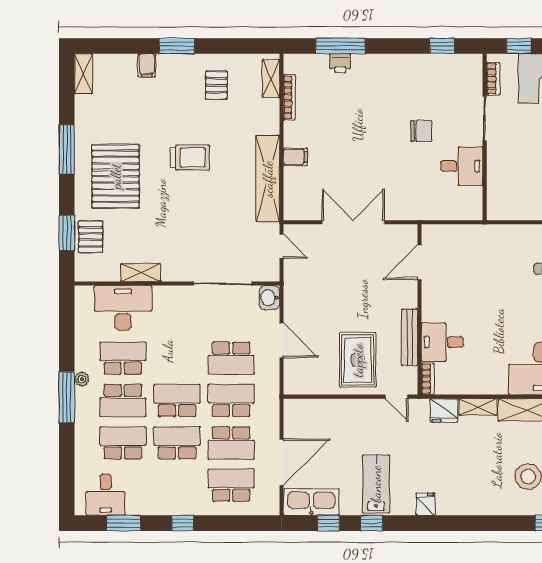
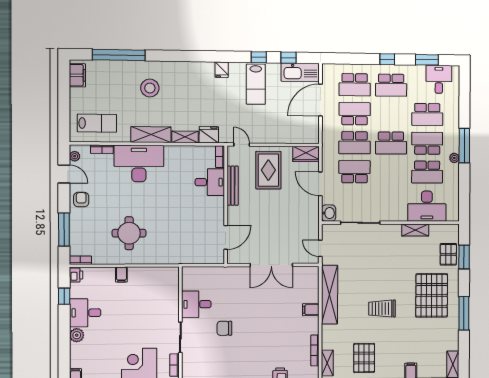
pallet: (216, 85) -> (364, 358), width x1.50, depth x1.42
wardrobe: (303, 384) -> (306, 154), added
school desk: (177, 443) -> (391, 85), moved

